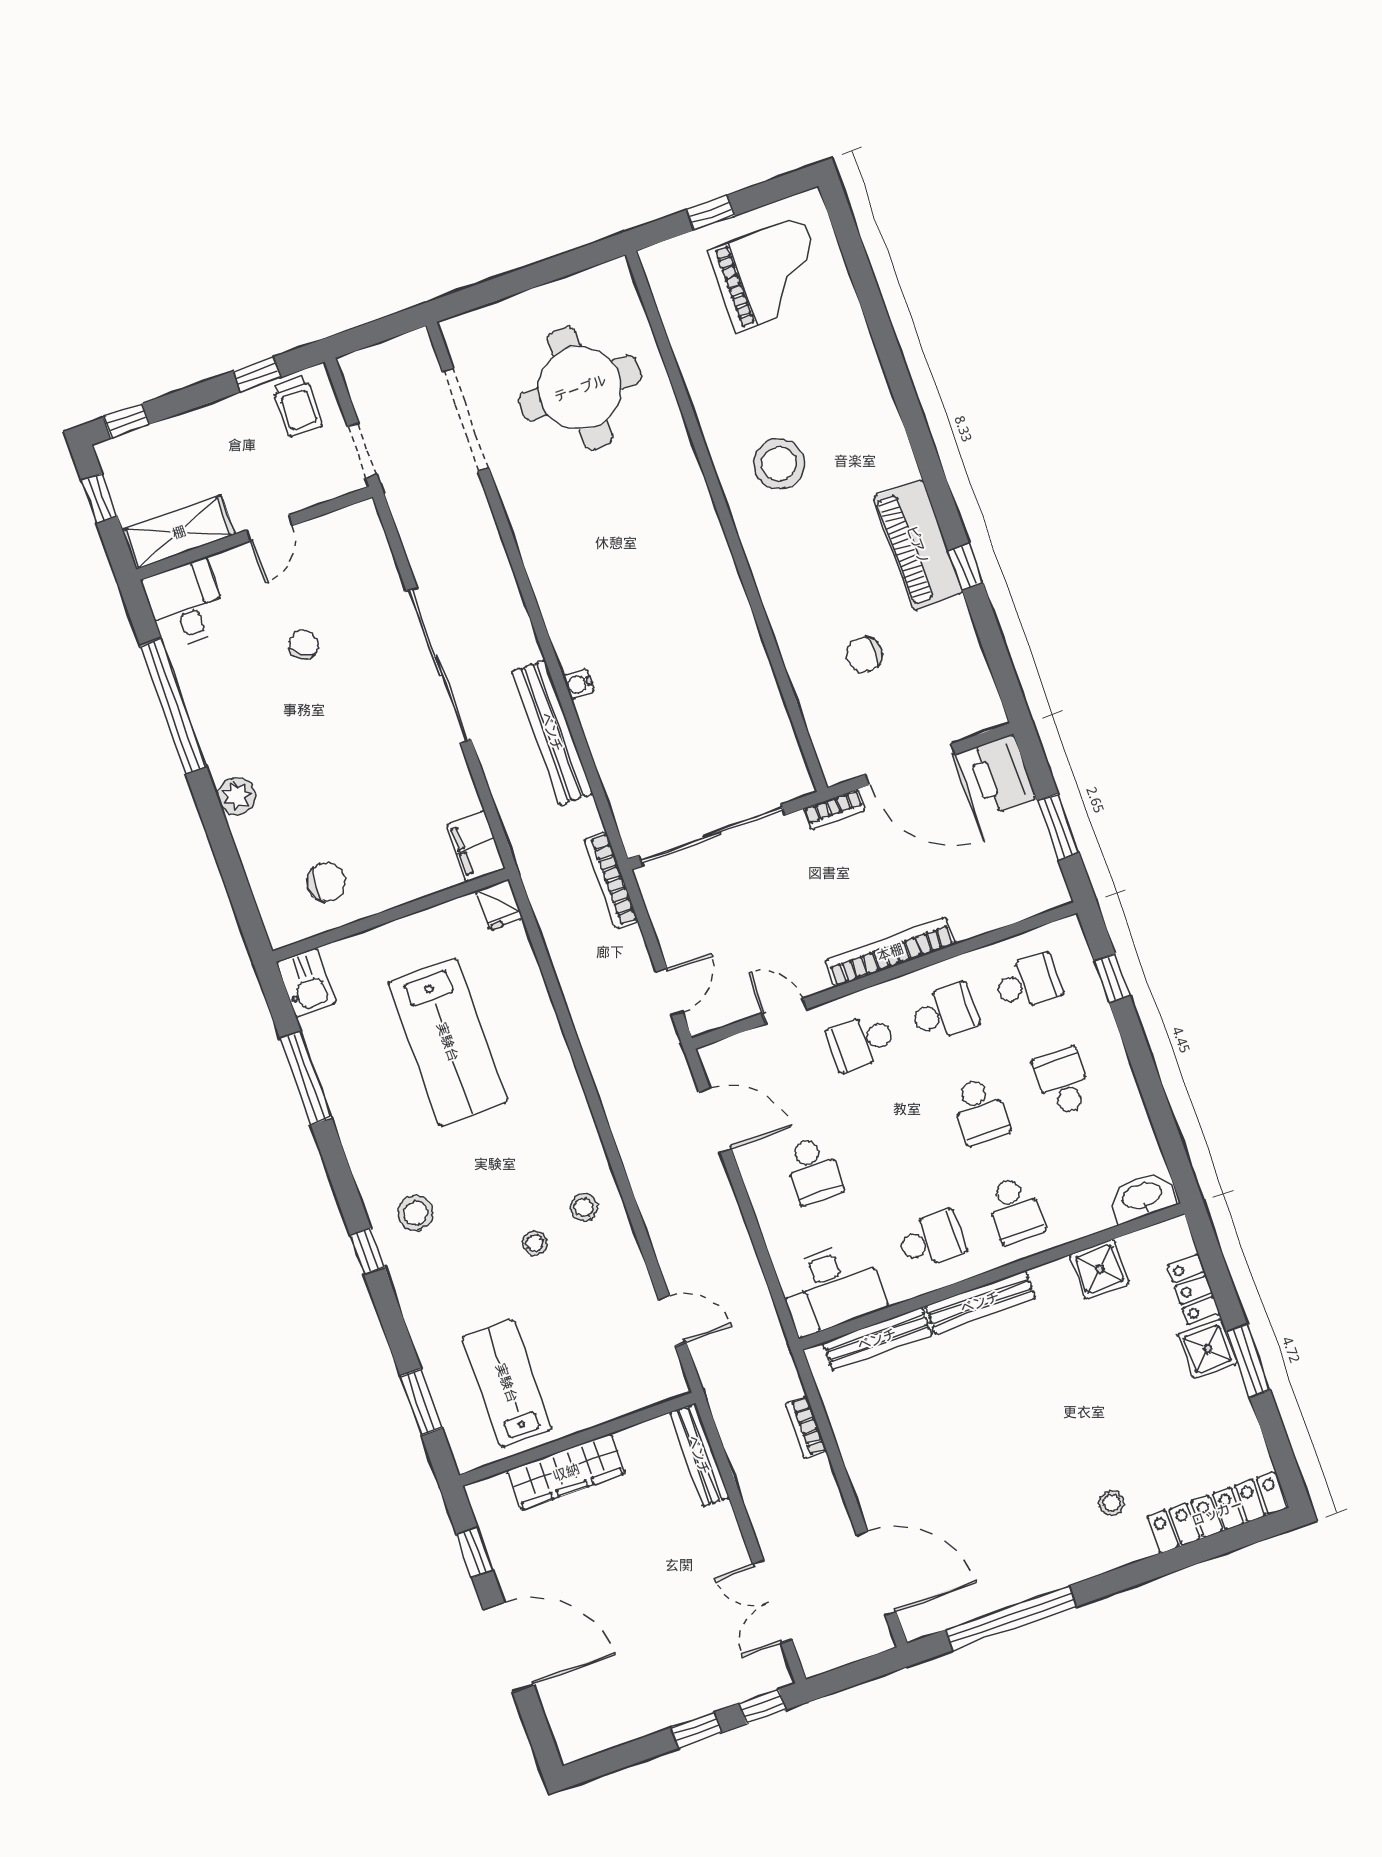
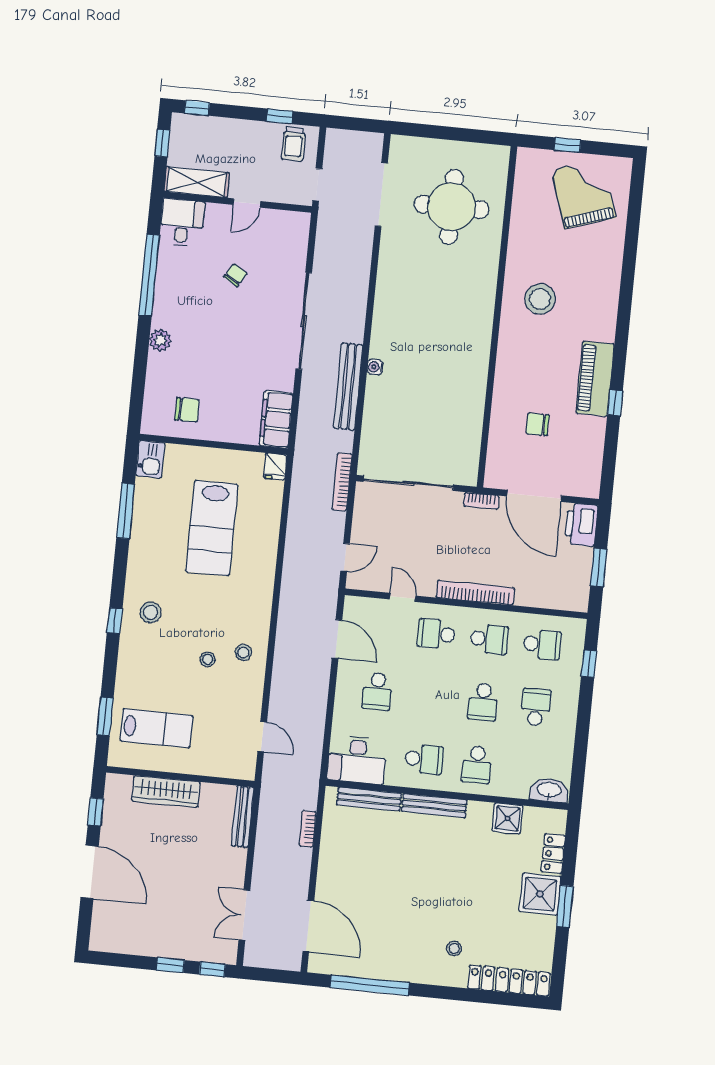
grand piano: (770, 274) -> (584, 194), turned -108
filing cabinet: (476, 846) -> (276, 419), width x1.50, depth x1.17
shower: (1207, 1349) -> (540, 894), width x1.36, depth x1.36
lab bench: (507, 1383) -> (157, 728), turned 90

